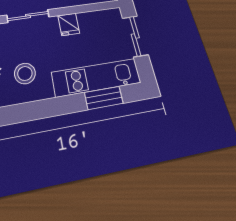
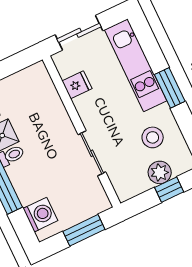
fridge: (69, 24) -> (77, 85), moved
window: (104, 98) -> (170, 88), moved

